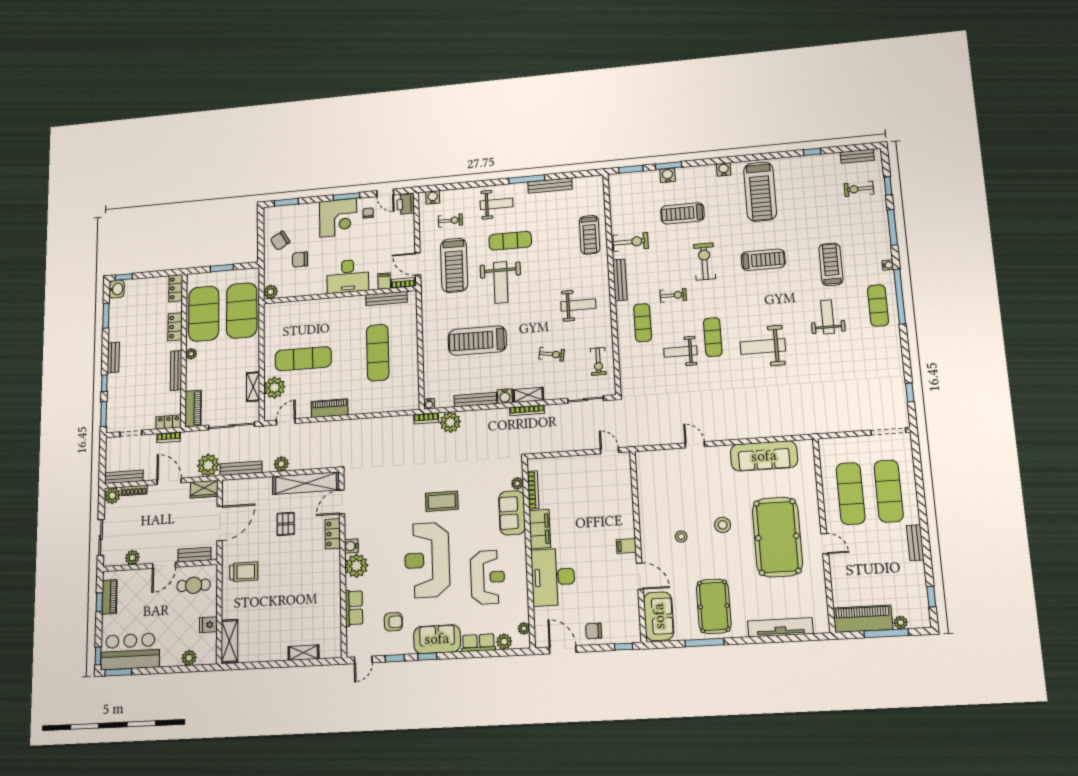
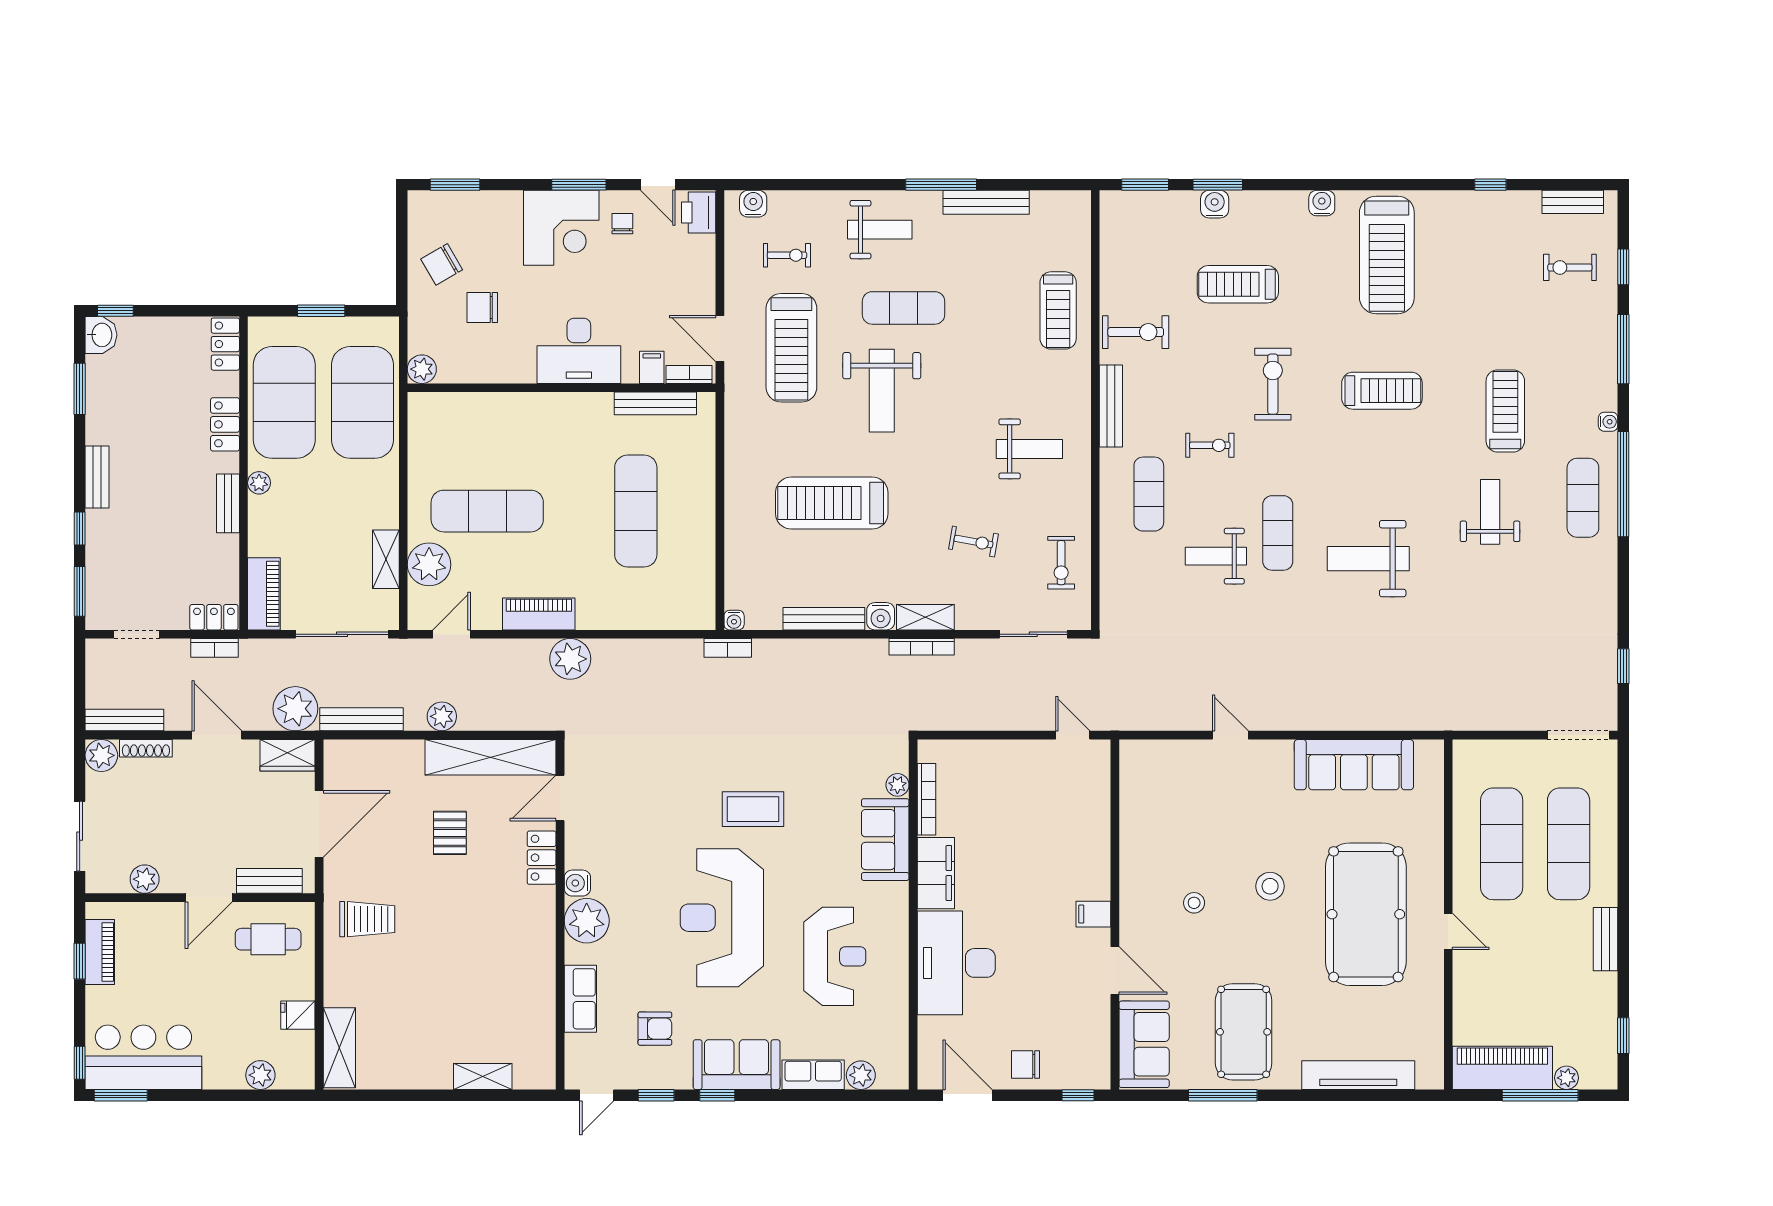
bench: (176, 370) -> (228, 503), width x0.73
plant: (450, 422) -> (570, 659), moved
plant: (524, 628) -> (898, 1053), removed

